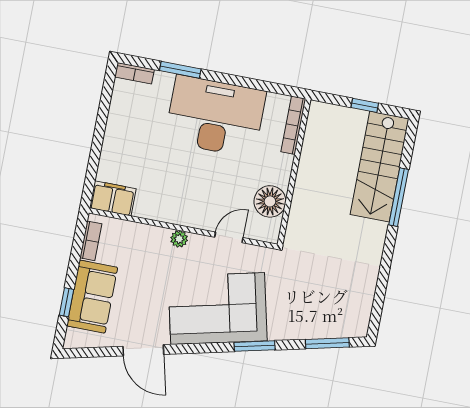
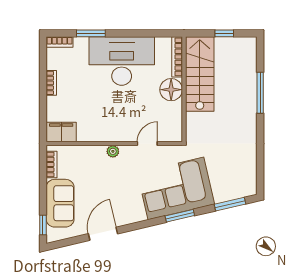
bookcase: (112, 128) -> (51, 83), added
stairs: (380, 167) -> (200, 74), moved, turned 180
floor lamp: (270, 201) -> (171, 90), moved
window: (67, 302) -> (43, 225), moved
corner sofa: (218, 309) -> (176, 188), moved
door: (143, 350) -> (103, 234), swing flipped

